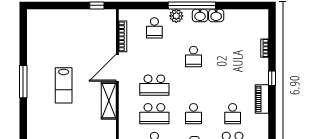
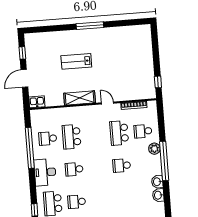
washbasin: (200, 16) -> (158, 195), moved
door: (117, 68) -> (107, 103), width x0.53
lab bench: (64, 85) -> (76, 61), moved
school desk: (154, 85) -> (119, 133), moved

